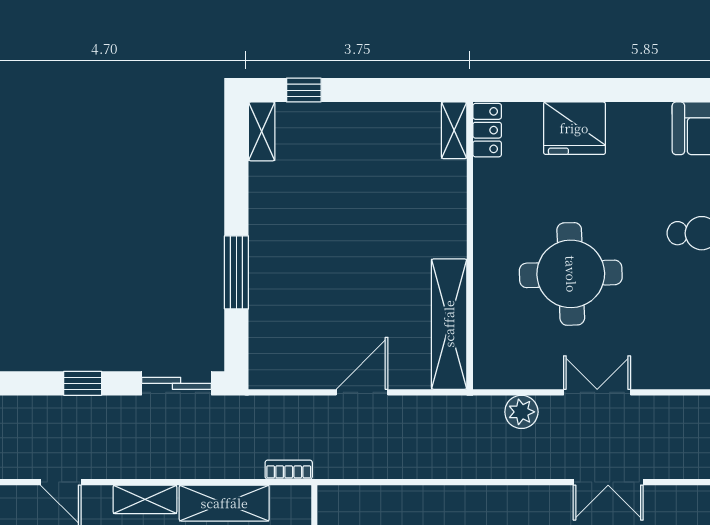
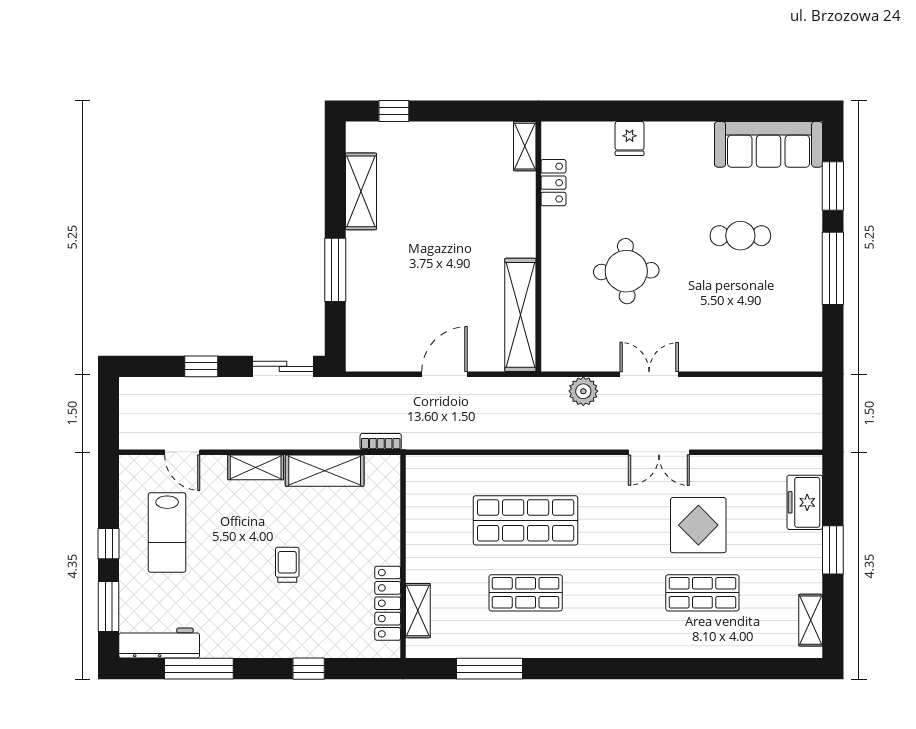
fridge: (574, 128) -> (630, 139), width x0.53, depth x0.75
locker: (487, 130) -> (553, 183), moved
shelving: (262, 131) -> (361, 191), moved, width x1.50, depth x1.33
round table: (571, 274) -> (626, 271), width x0.73, depth x0.73

